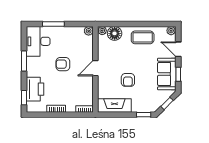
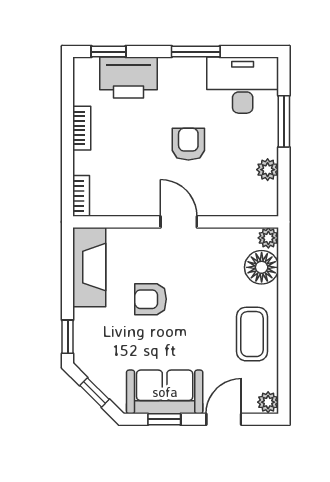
plant: (89, 31) -> (268, 170), moved

